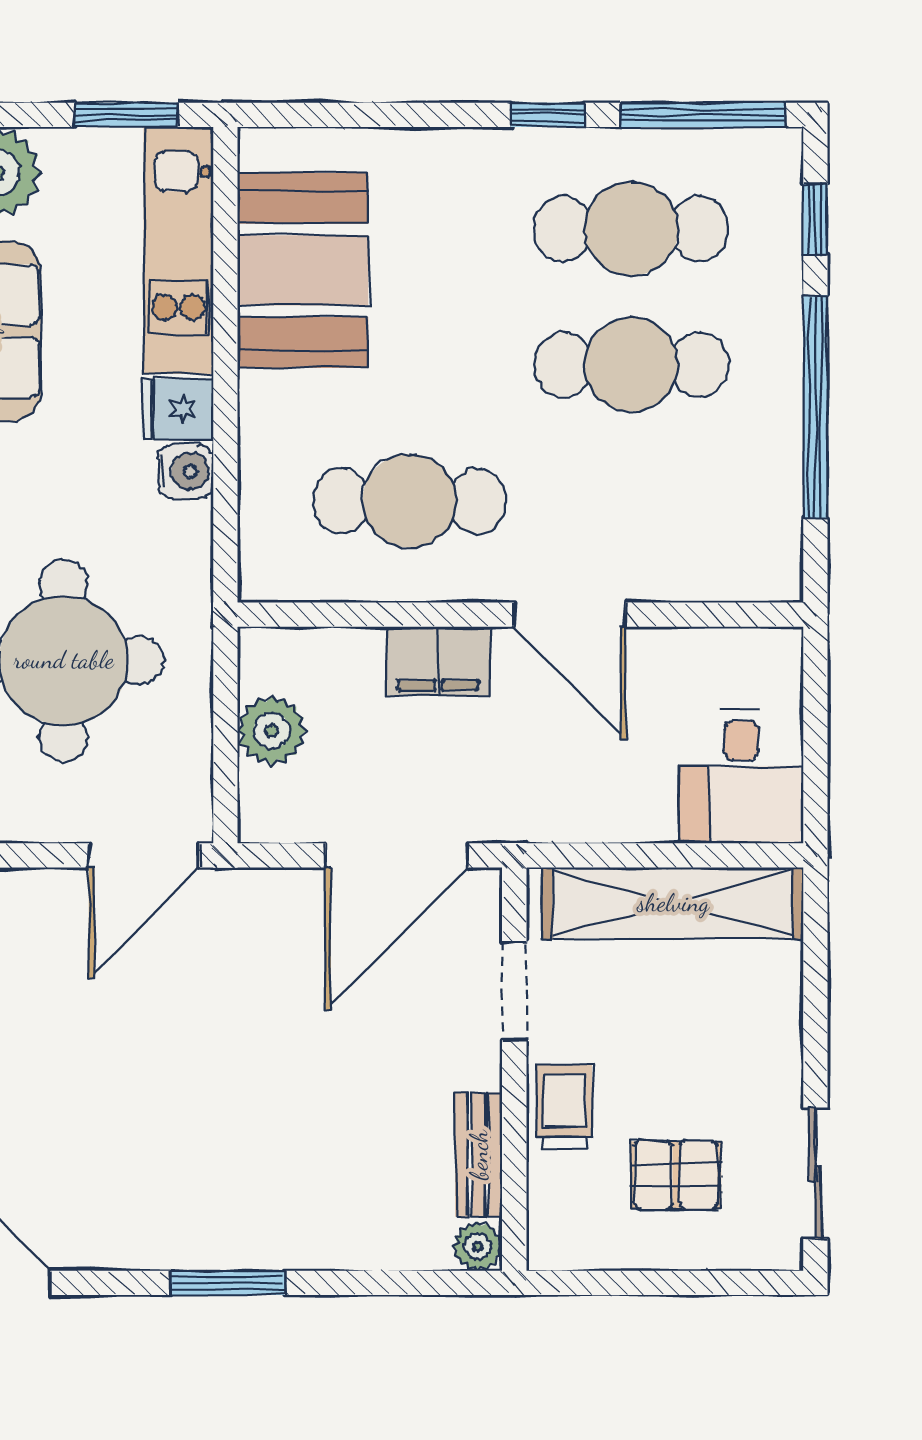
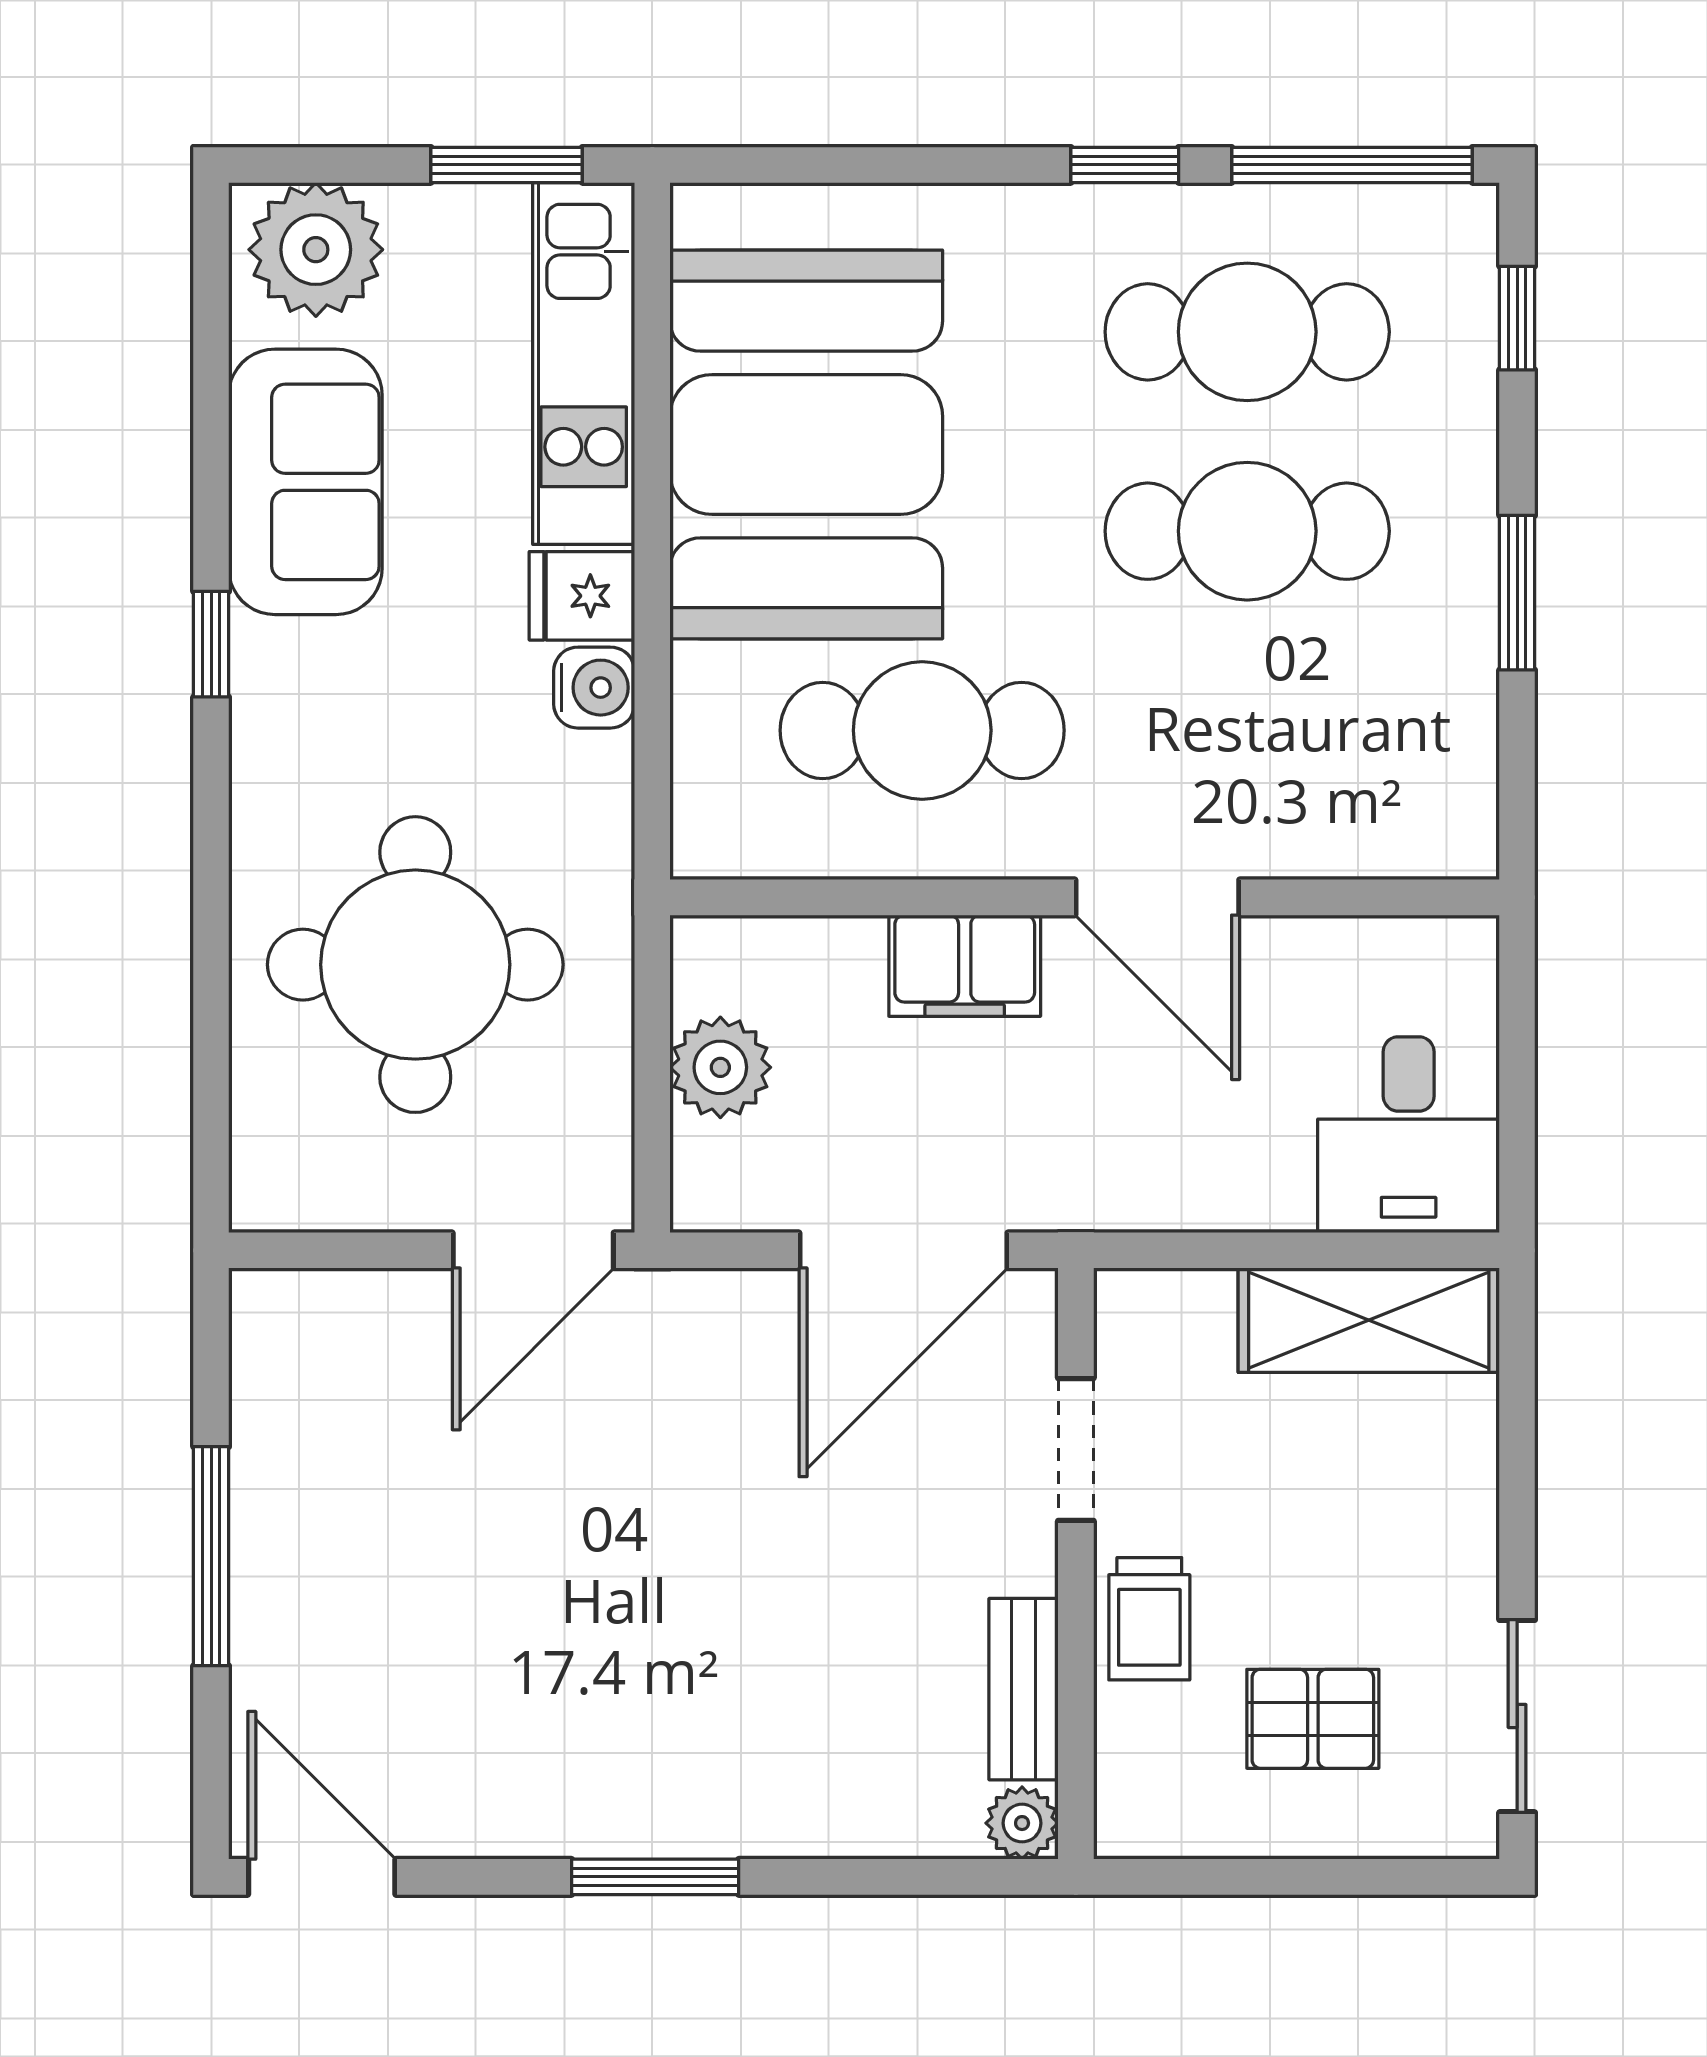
booth: (303, 270) -> (806, 444), width x1.36, depth x1.42
window: (815, 407) -> (1517, 593), width x0.47
shelving: (673, 903) -> (1369, 1320), width x0.68
trolley: (564, 1107) -> (1149, 1619), turned 180

